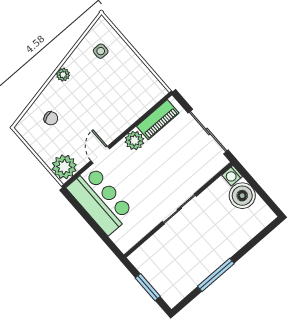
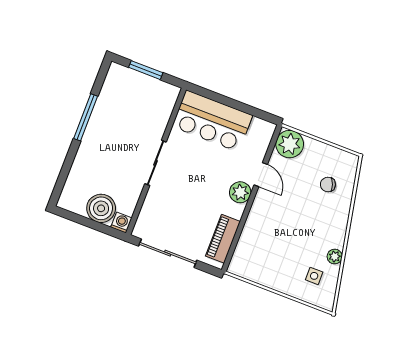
plant: (63, 75) -> (335, 257), moved
plant: (134, 140) -> (240, 192), moved
bar counter: (100, 200) -> (212, 121), moved

